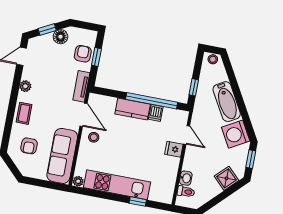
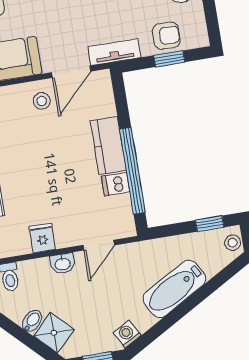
window: (194, 87) -> (210, 224), moved
washing machine: (236, 134) -> (127, 334), width x0.53, depth x0.53
fridge: (174, 149) -> (42, 238), moved
washbasin: (186, 178) -> (63, 264), moved
bidet: (215, 188) -> (32, 321), added

